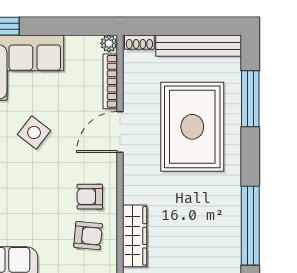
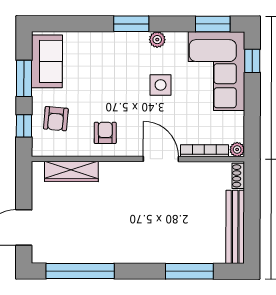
rug: (192, 127) -> (165, 221), removed
side table: (34, 132) -> (161, 85), turned -38
armchair: (88, 236) -> (56, 119), moved

